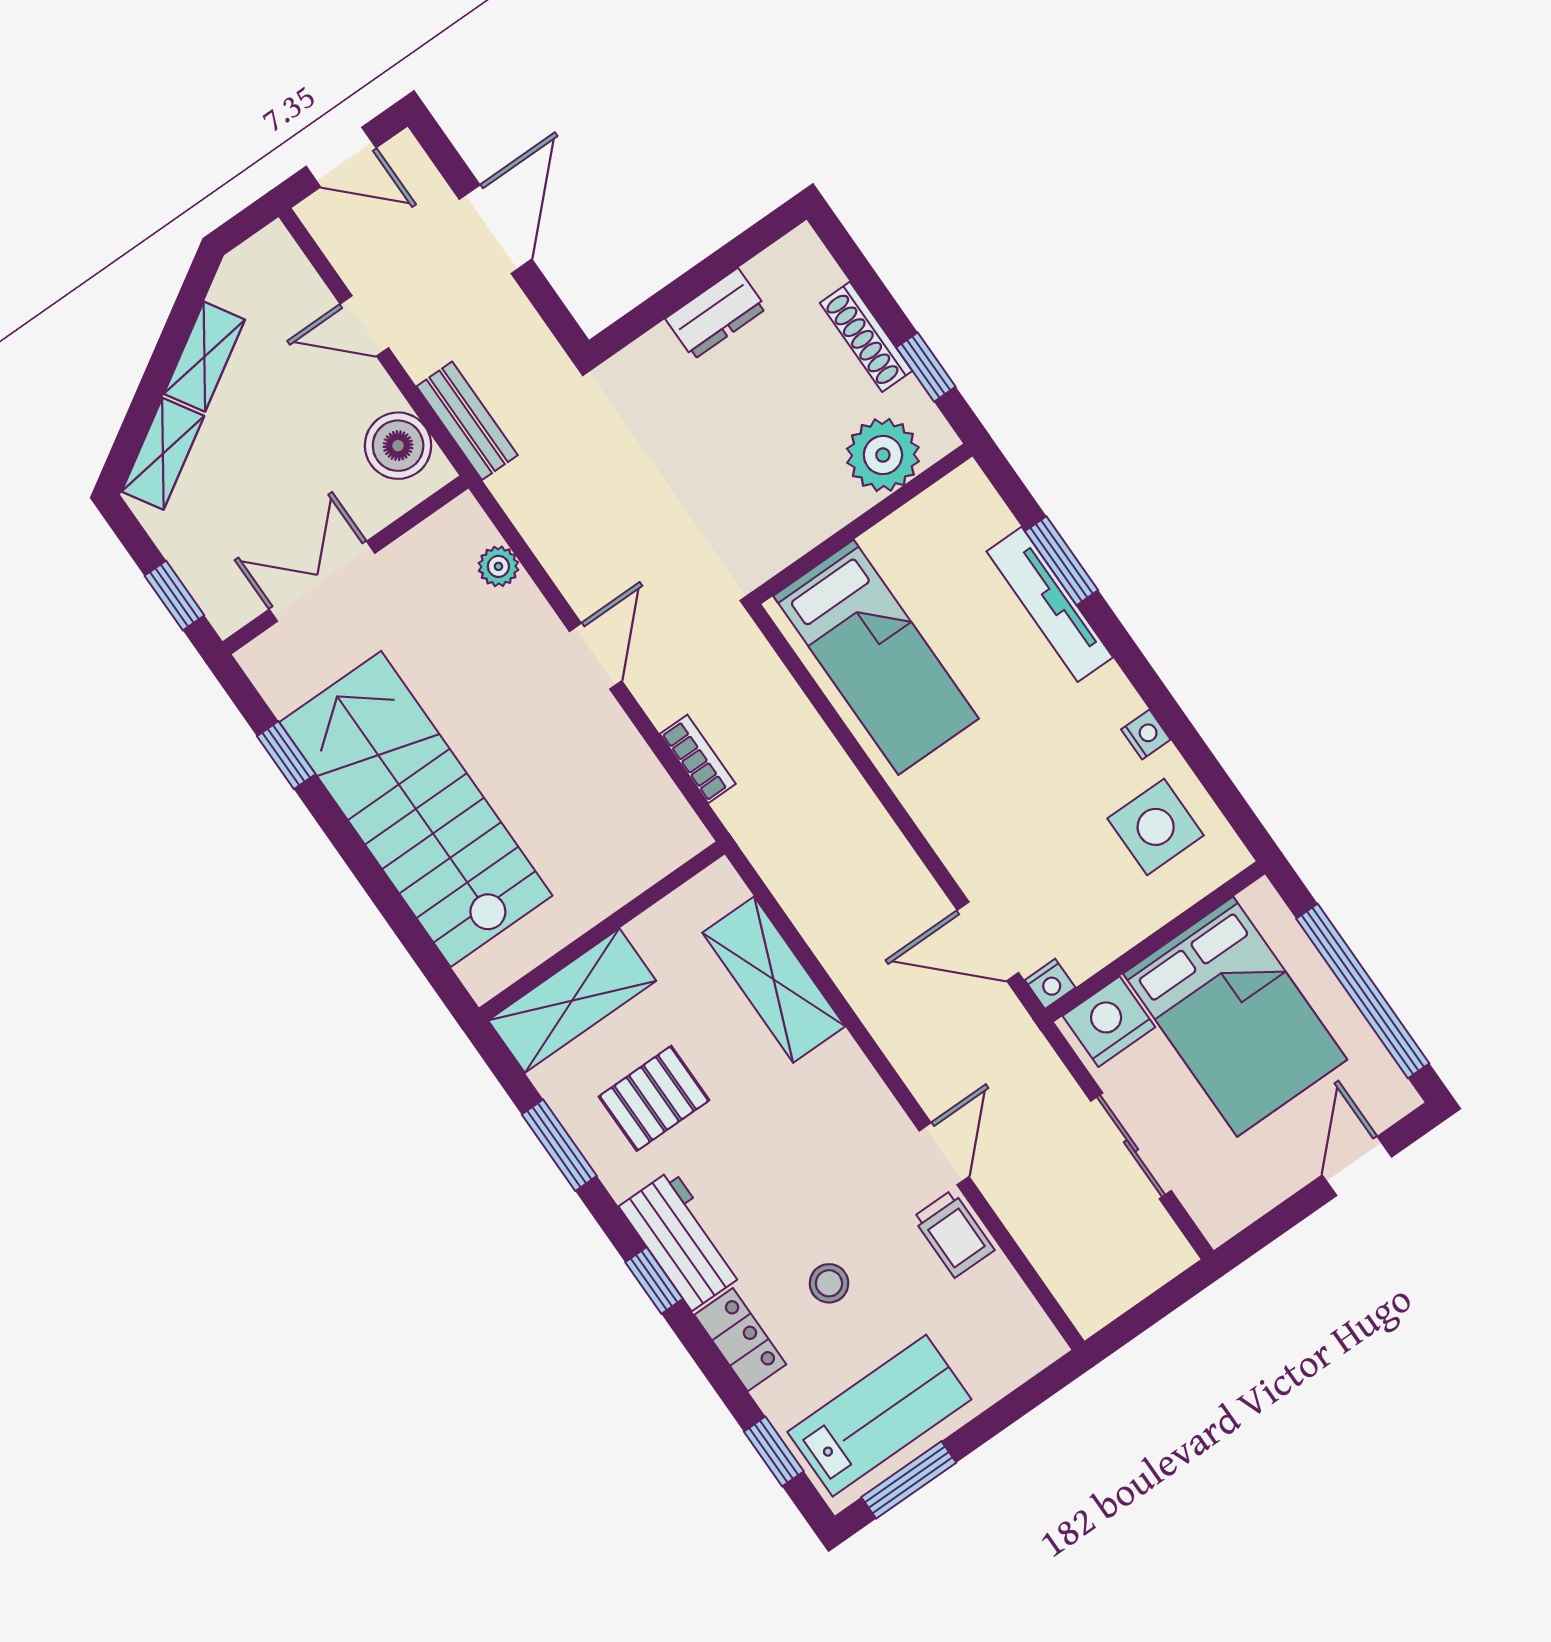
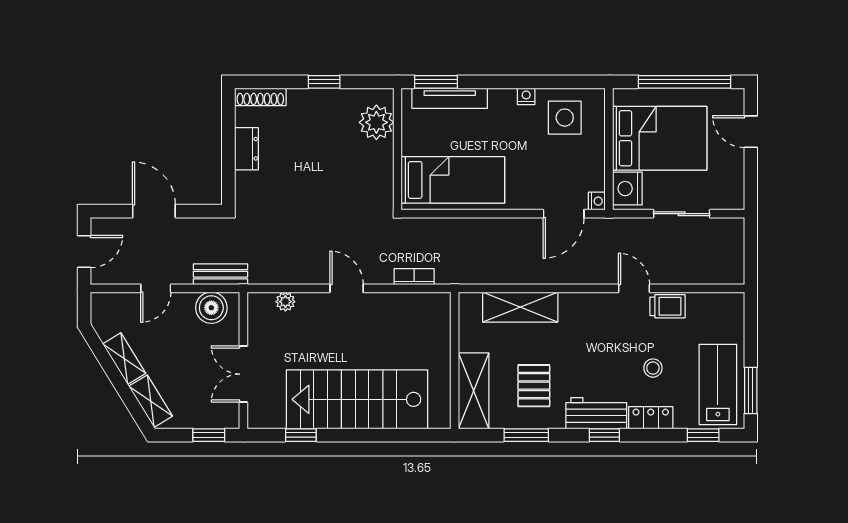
shoe rack: (866, 337) -> (260, 97), moved
plant: (883, 455) -> (376, 122), moved
wall: (862, 524) -> (398, 149), moved
bed: (876, 657) -> (453, 180), moved

